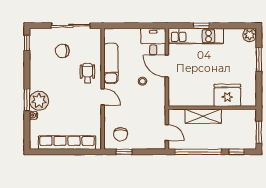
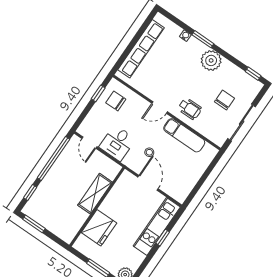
desk: (153, 42) -> (117, 143), moved, turned 90
door: (167, 66) -> (148, 183), hinge flipped
fridge: (227, 95) -> (99, 228), moved
plant: (39, 101) -> (211, 60), moved
wall: (212, 108) -> (97, 207), moved
shelving: (203, 116) -> (95, 194), moved
door: (167, 133) -> (89, 143), hinge flipped

